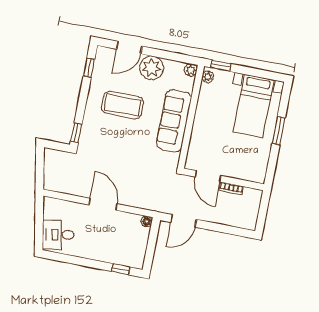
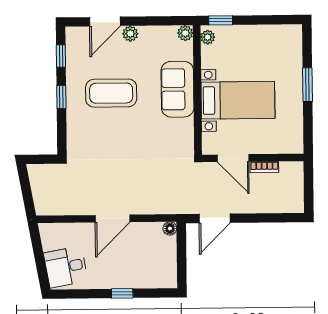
plant: (152, 68) -> (130, 34), width x0.53, depth x0.53
bed with nightstands: (254, 106) -> (238, 100), moved, turned -90
sofa: (174, 121) -> (178, 89), width x0.73
window: (76, 133) -> (61, 97), moved
door: (103, 204) -> (112, 219), swing flipped
window: (121, 269) -> (122, 293), moved

